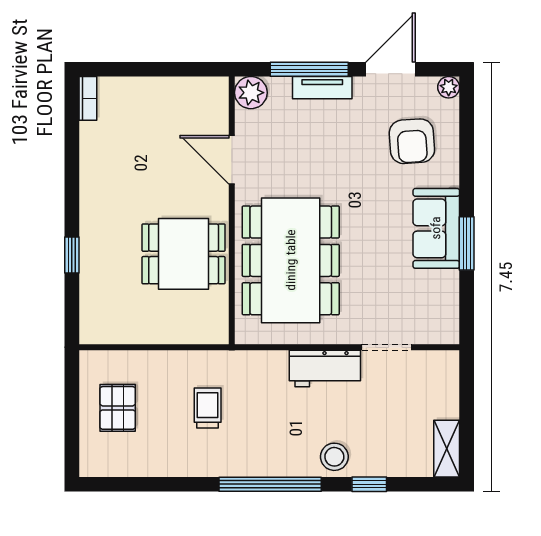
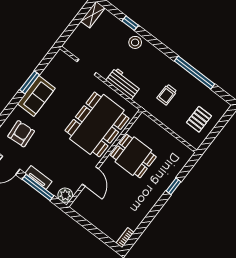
workbench: (325, 369) -> (123, 83), moved
window: (270, 484) -> (195, 73), moved

